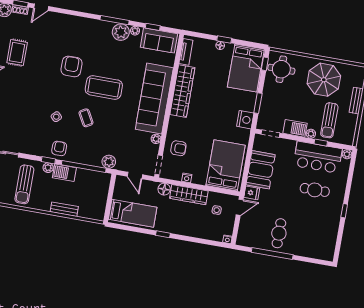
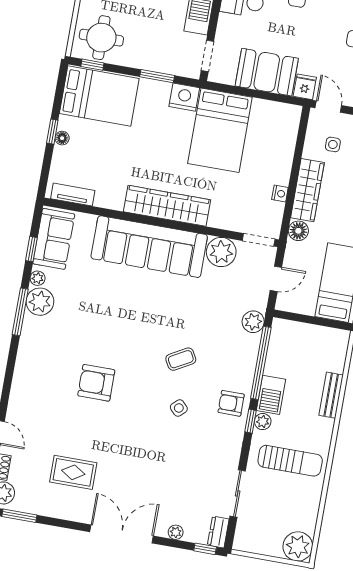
coffee table: (104, 87) -> (131, 330), removed
wardrobe: (182, 91) -> (167, 206), moved
plant: (156, 139) -> (221, 252), width x1.87, depth x1.87
armchair: (178, 148) -> (231, 207), removed
bed: (226, 165) -> (220, 130), moved, turned -90

